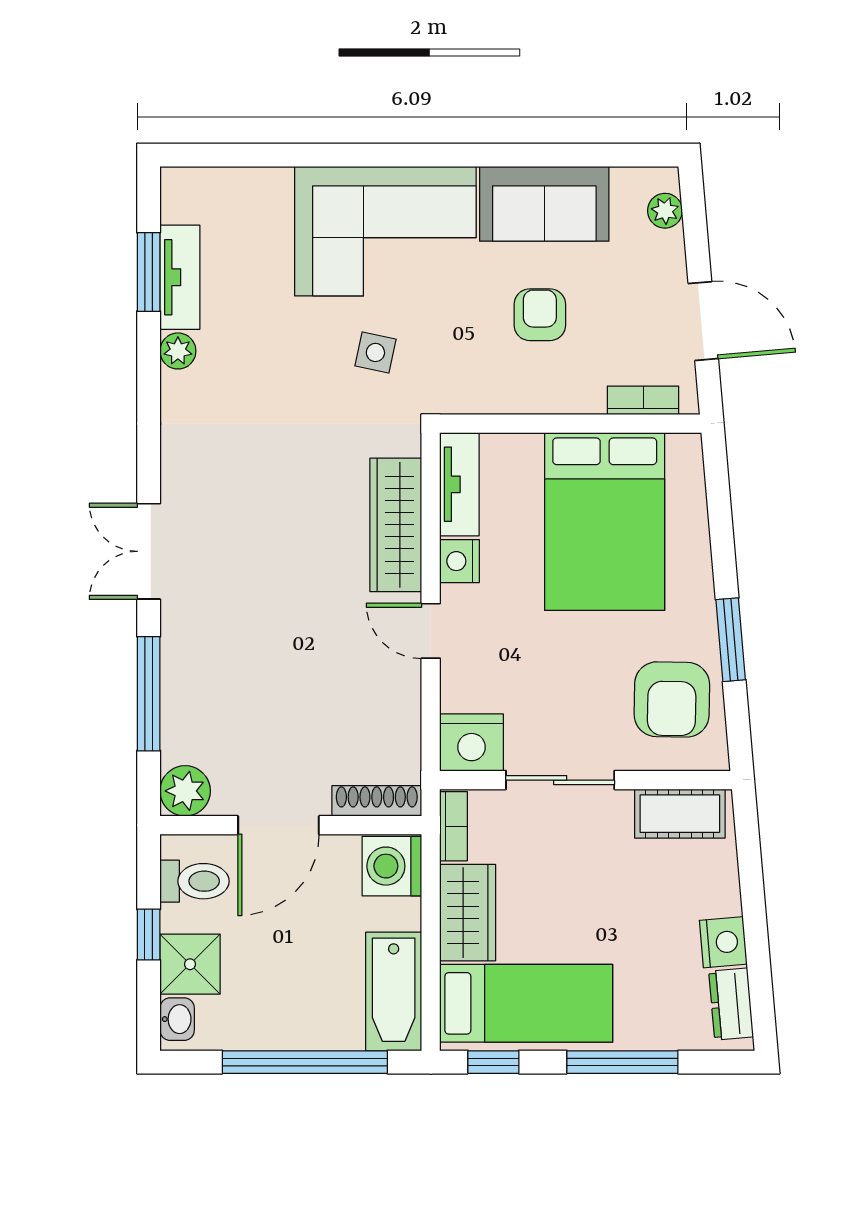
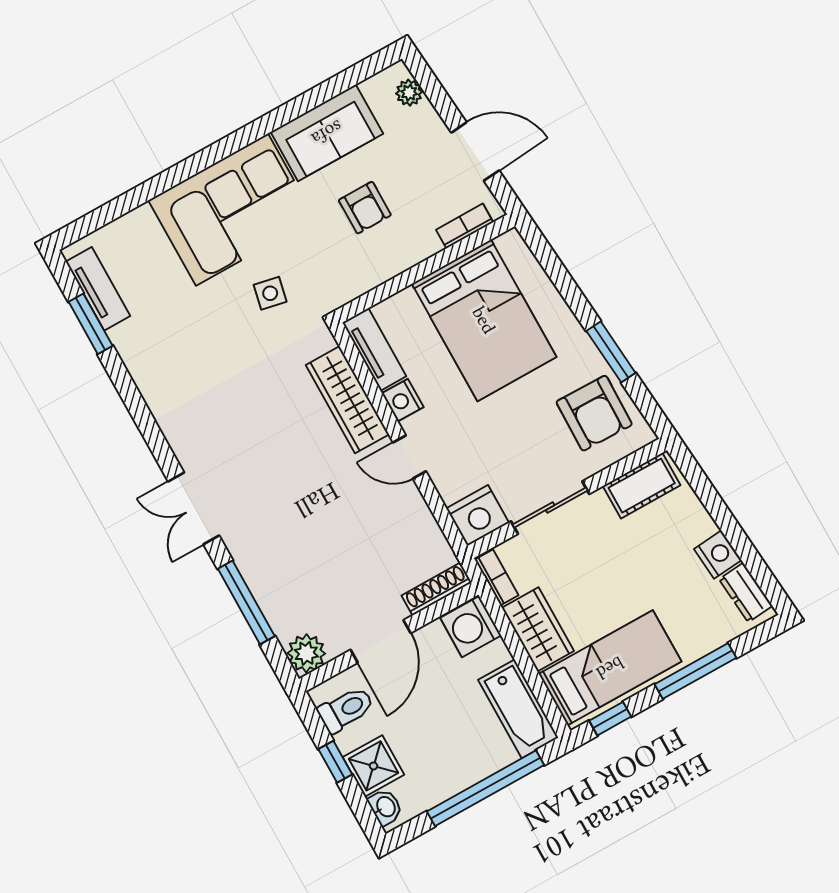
tv unit: (180, 277) -> (98, 289), moved
armchair: (540, 315) -> (365, 208), turned 180
plant: (178, 351) -> (139, 365), removed

